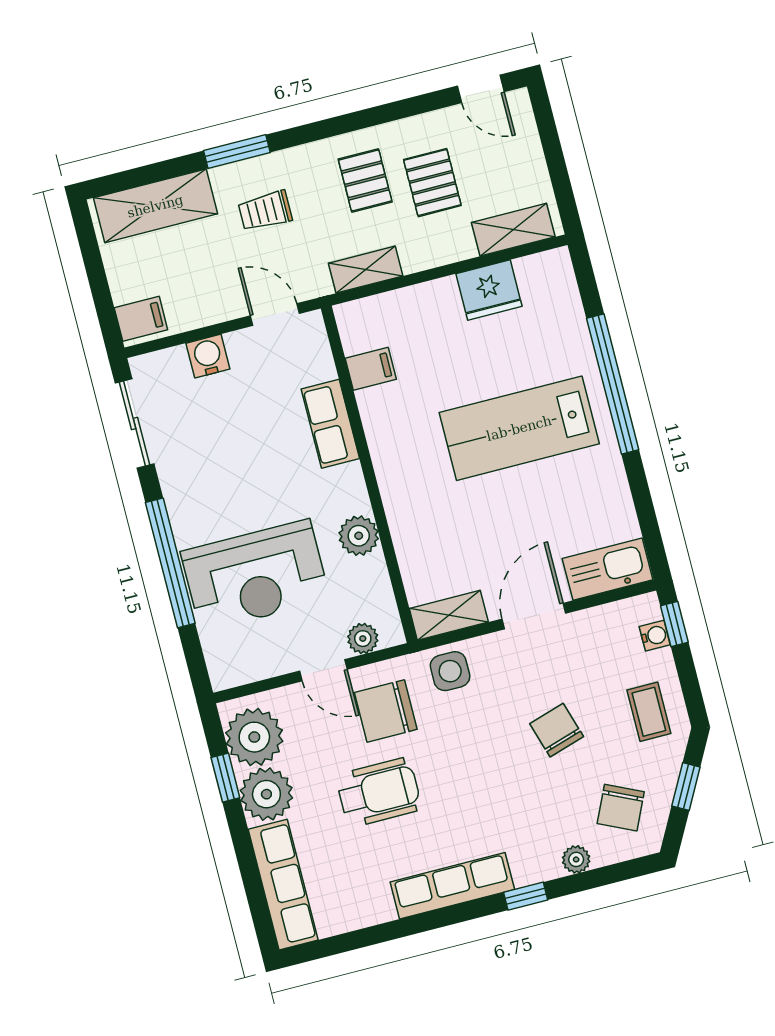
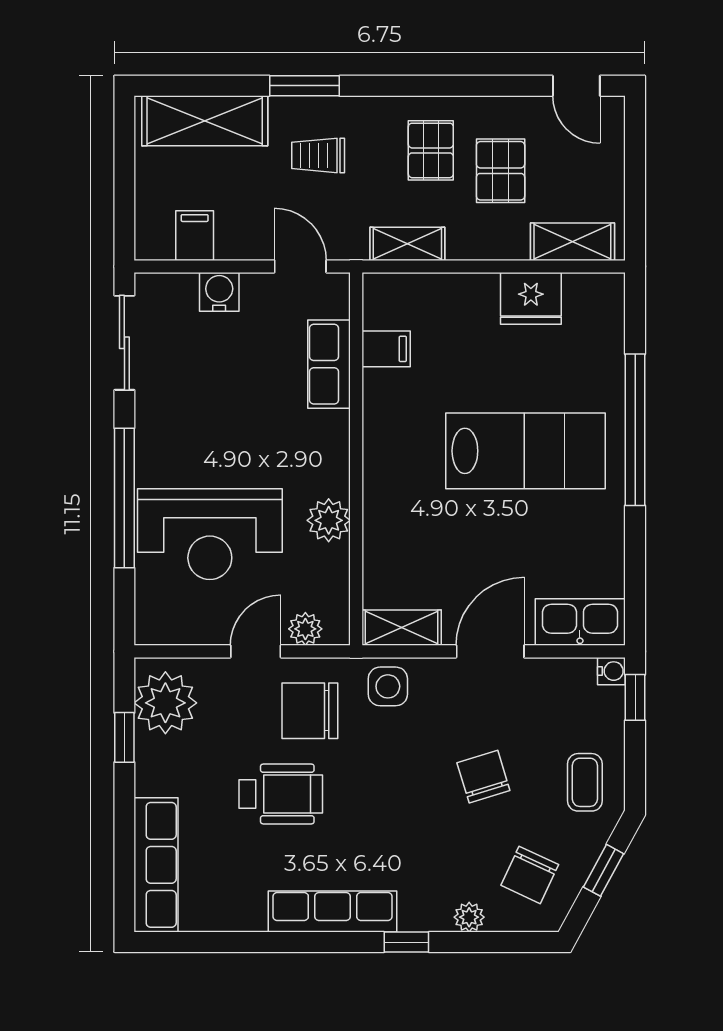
filing cabinet: (141, 319) -> (195, 236), moved, turned -90
row of seats: (330, 424) -> (329, 364), moved
lab bench: (519, 428) -> (525, 451), turned 180
water cooler: (655, 636) -> (611, 671), moved
door: (323, 670) -> (256, 651), swing flipped
plant: (266, 794) -> (163, 766), removed

